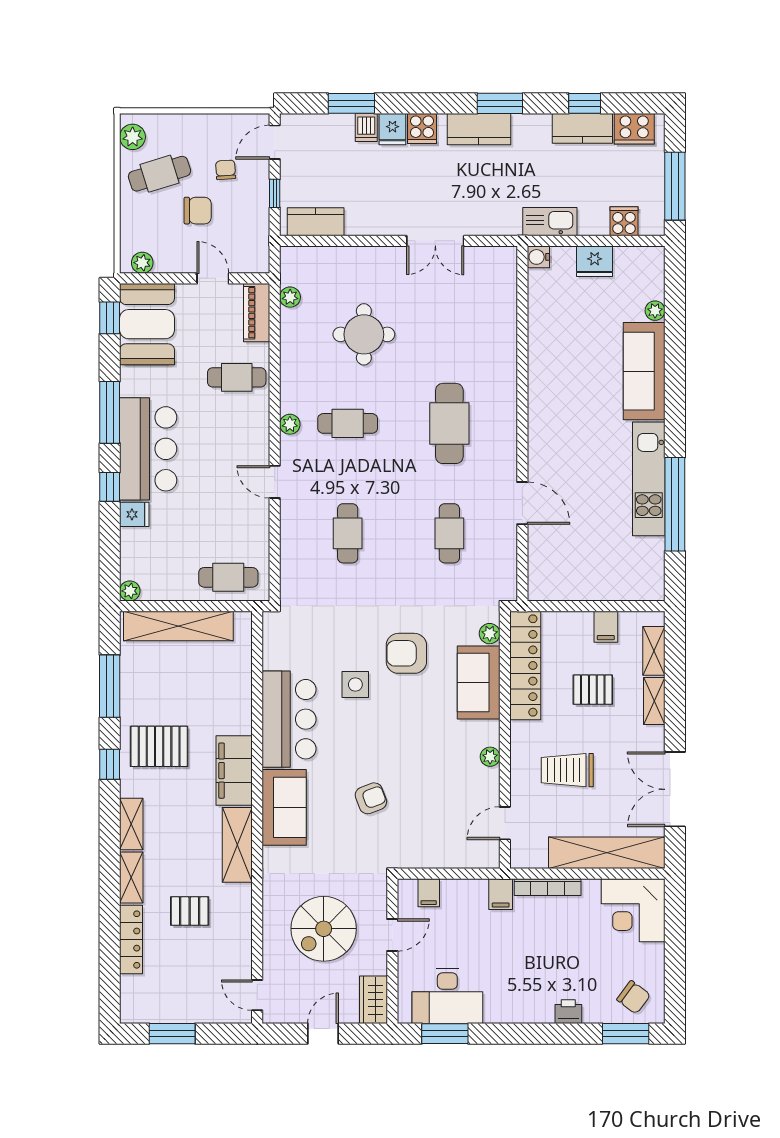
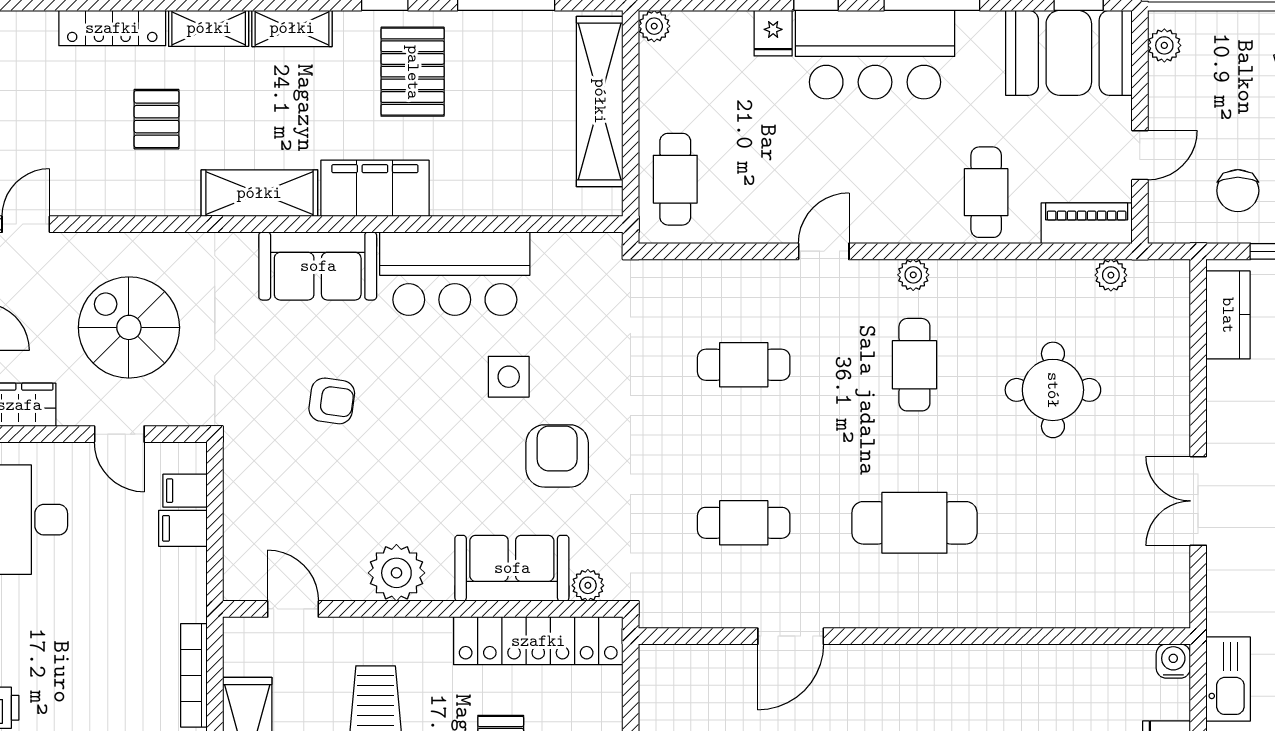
chair: (198, 211) -> (1238, 191), moved
plant: (490, 757) -> (396, 573), width x1.88, depth x1.88
armchair: (371, 798) -> (332, 401), turned -61
filing cabinet: (501, 894) -> (183, 528), moved

